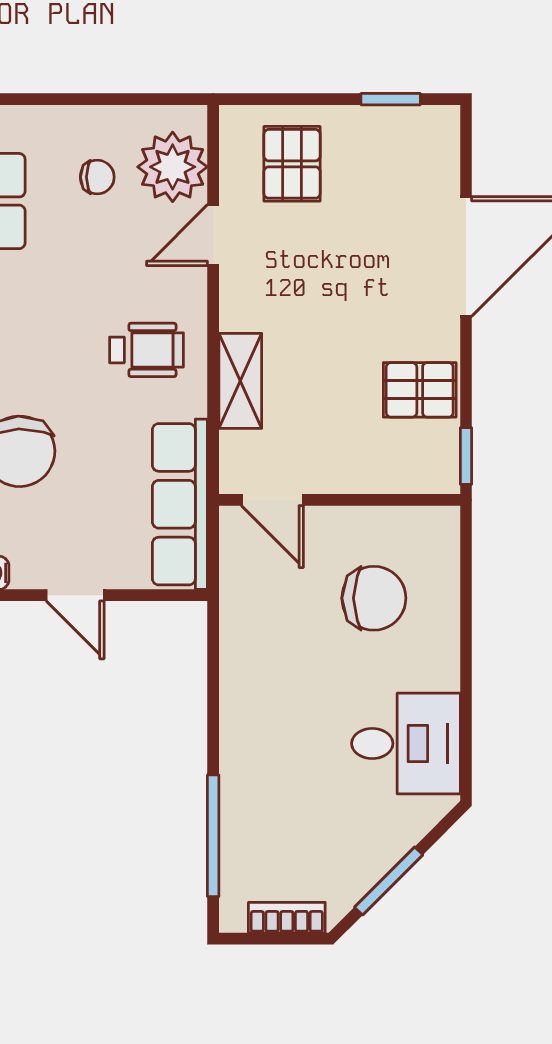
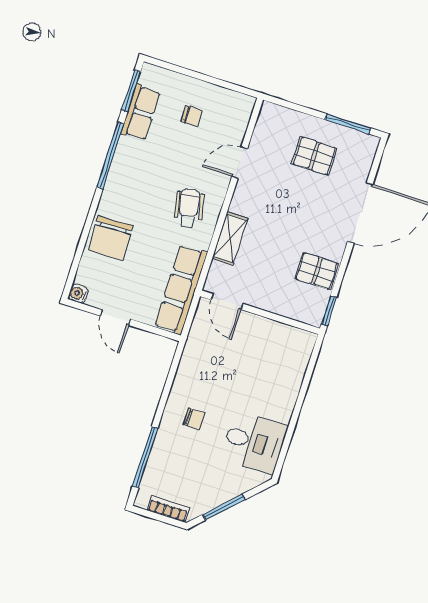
window: (391, 99) -> (348, 124), width x1.50
pallet: (292, 164) -> (314, 156), moved, turned 90
plant: (173, 167) -> (230, 123), removed
wheelchair: (147, 350) -> (189, 208), turned -101
chair: (374, 598) -> (194, 419), moved, width x0.54, depth x0.54

